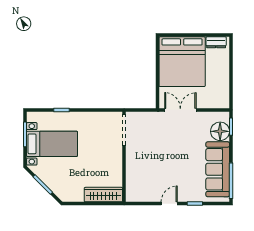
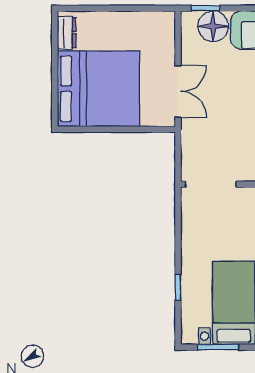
double door: (180, 110) -> (178, 92), swing flipped

